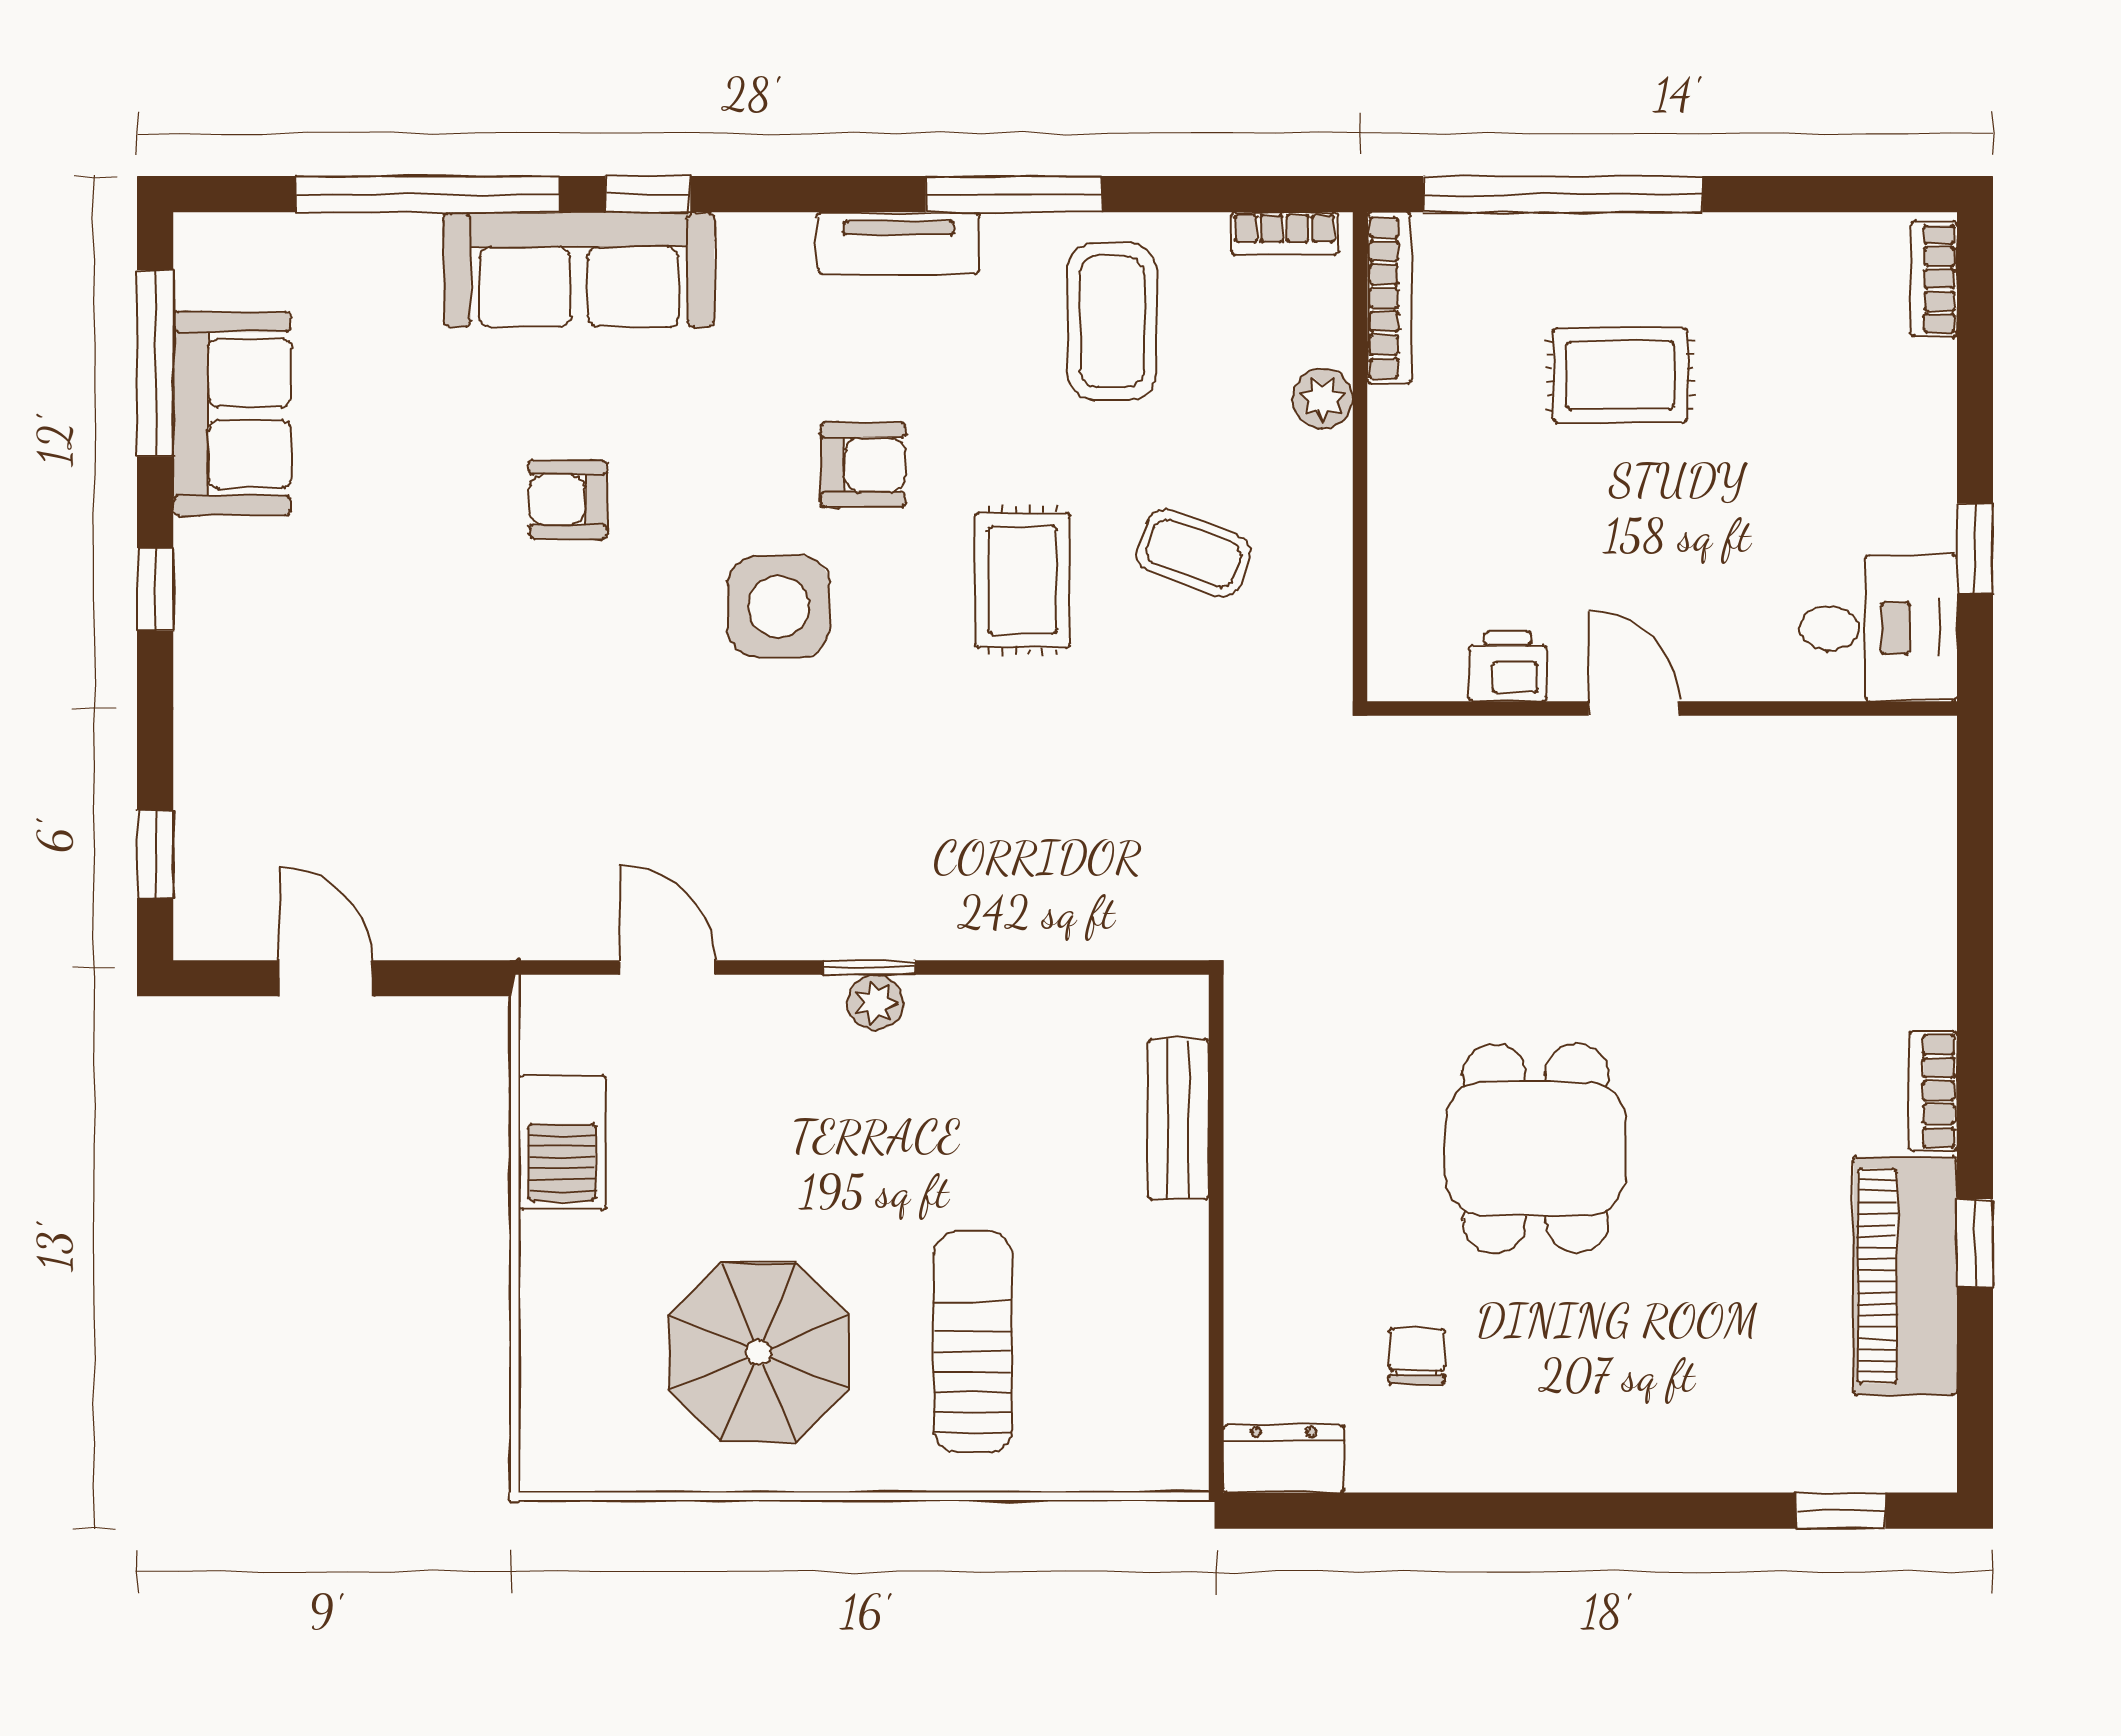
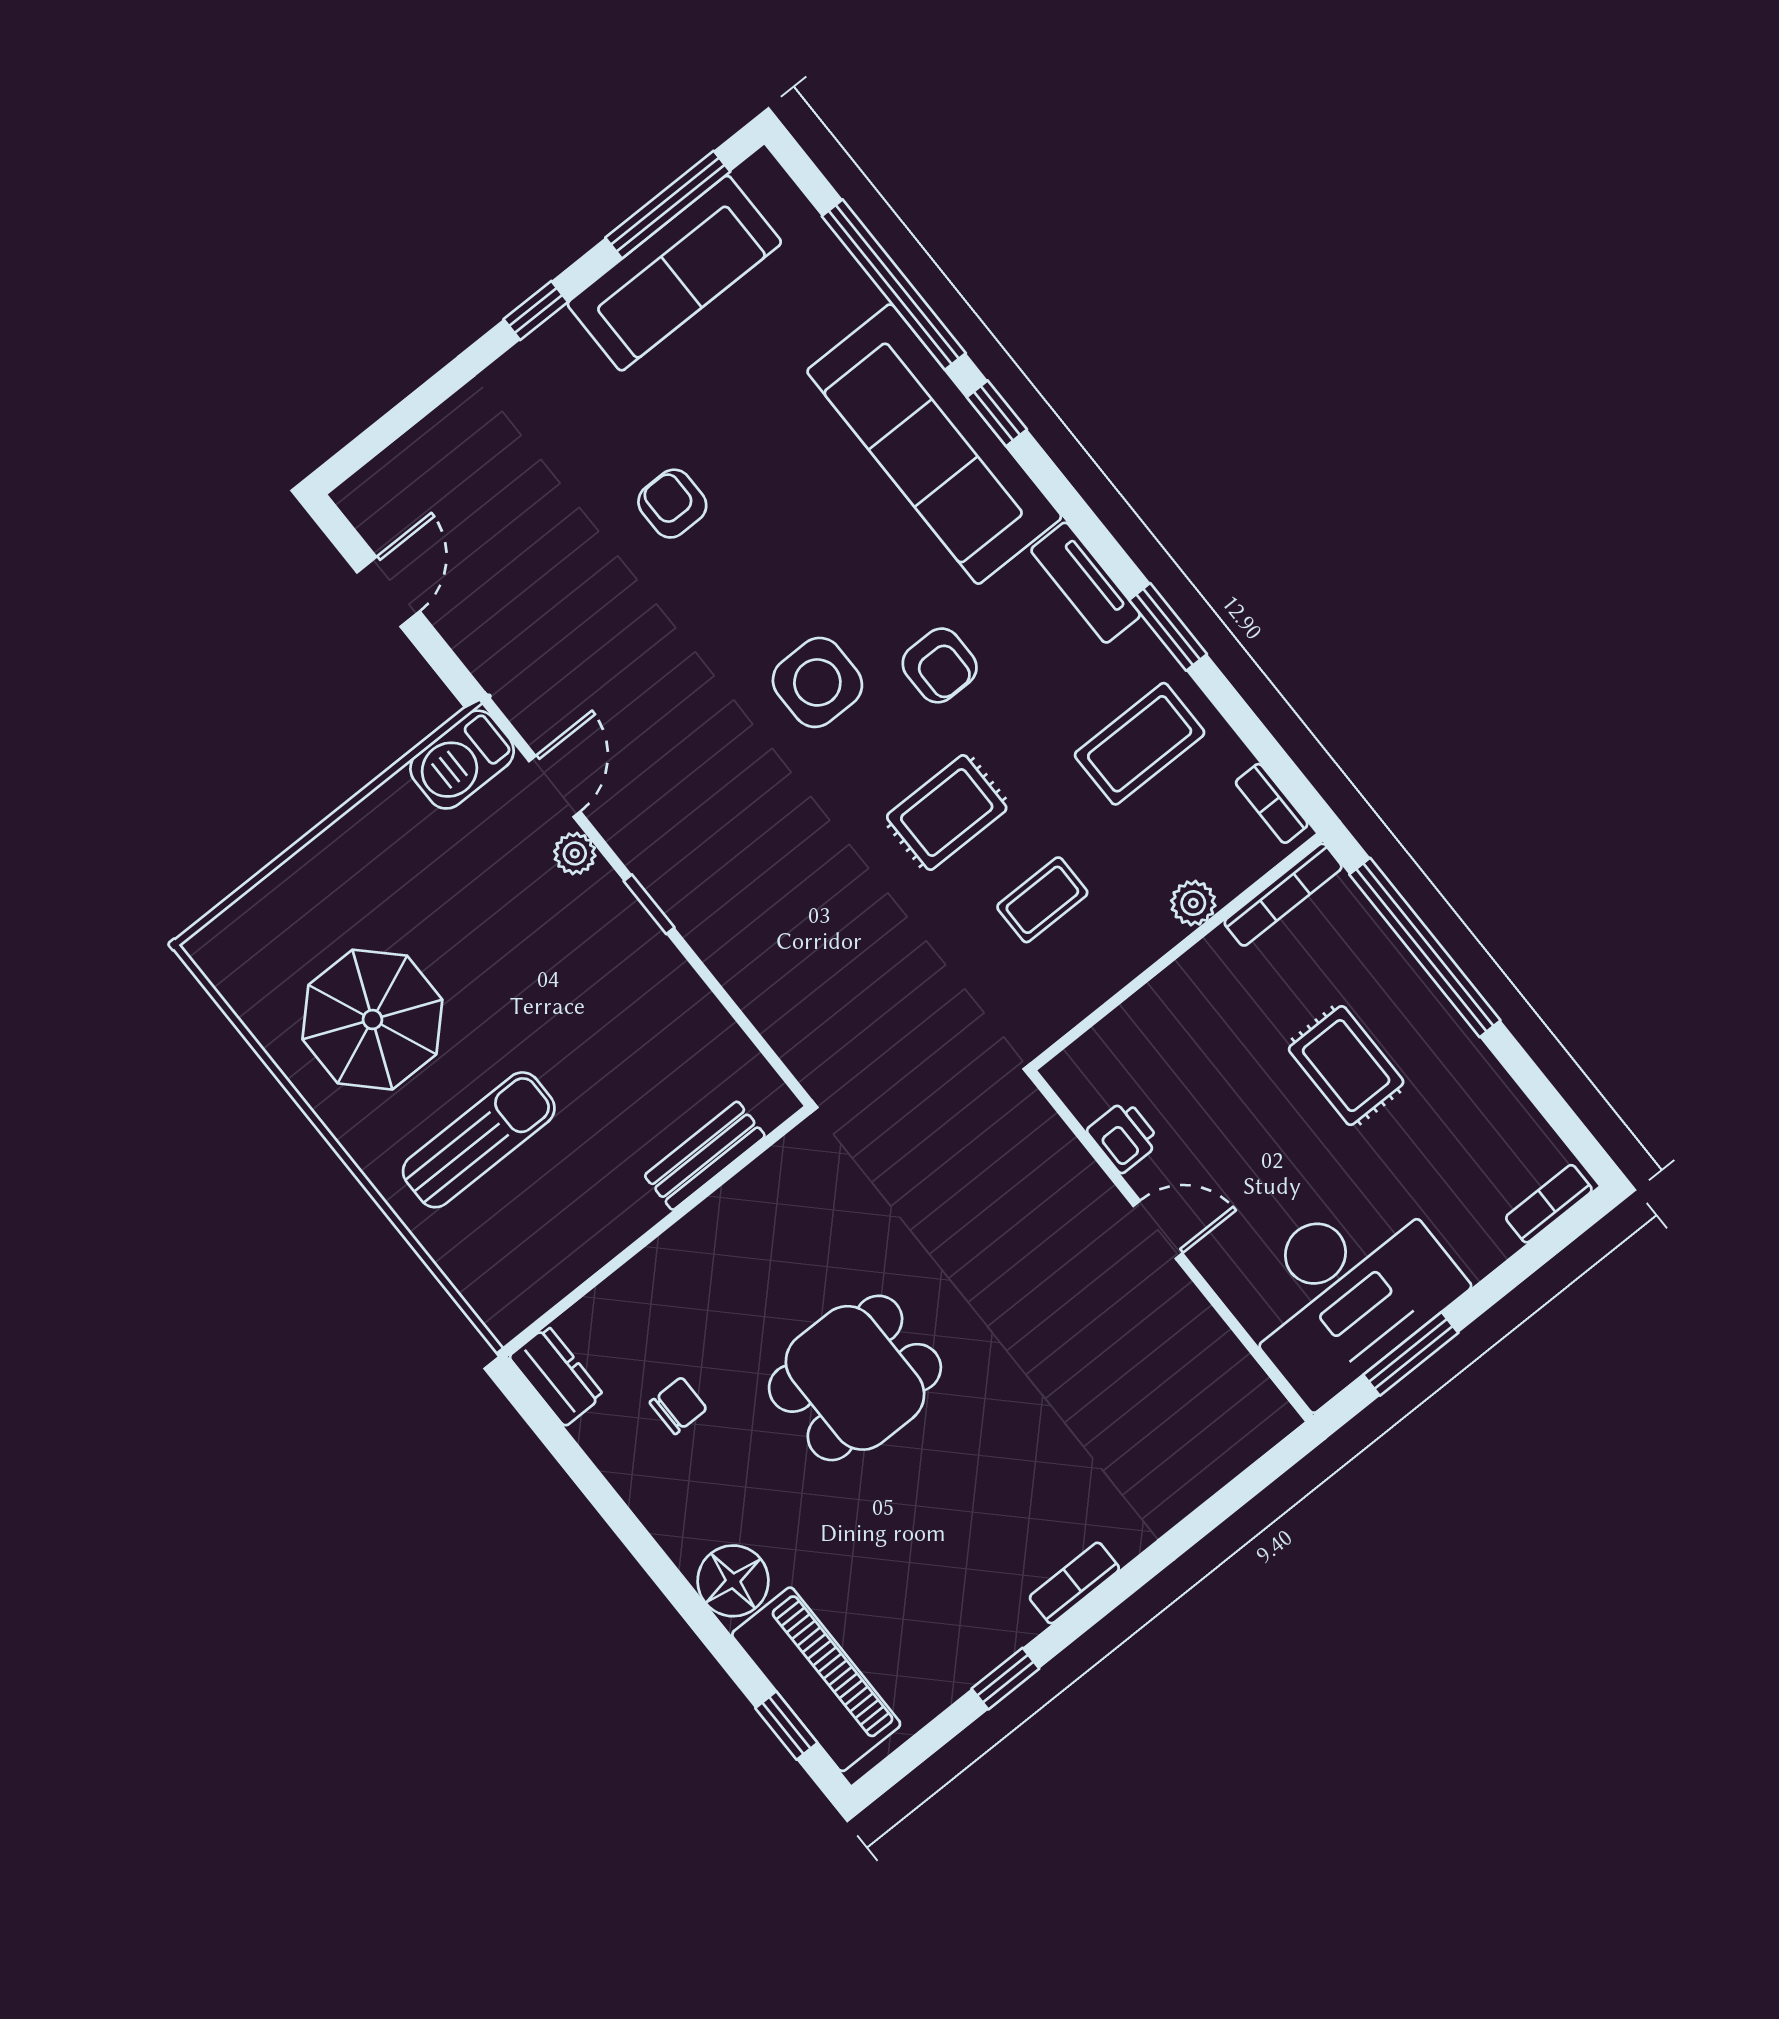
window: (1014, 194) -> (1168, 627), width x0.69
sofa: (579, 270) -> (934, 444), width x1.36, depth x1.27
sofa: (232, 414) -> (674, 273), width x1.36
armchair: (568, 500) -> (672, 504), moved
window: (1975, 549) -> (1411, 1354), width x1.50
coffee table: (1193, 553) -> (1042, 900), turned 70
desk: (1878, 628) -> (1345, 1291), width x1.87, depth x1.30
door: (1634, 709) -> (1158, 1230), hinge flipped
window: (155, 854) -> (381, 434), removed
plant: (875, 1002) -> (575, 853), moved
barbecue: (562, 1143) -> (462, 760), moved
piano: (1905, 1276) -> (816, 1679), moved, turned 90
floor lamp: (1645, 1445) -> (733, 1581), added

